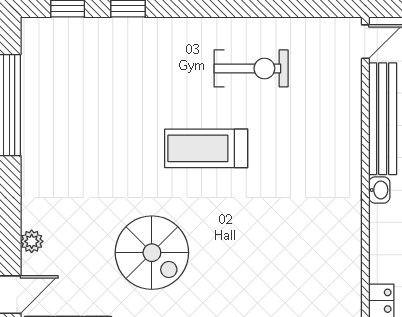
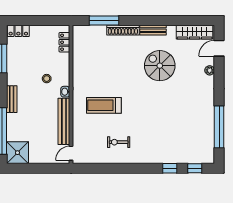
exercise bike: (251, 68) -> (119, 142), width x0.73, depth x0.72
treadmill: (206, 148) -> (104, 105), moved, turned 180

